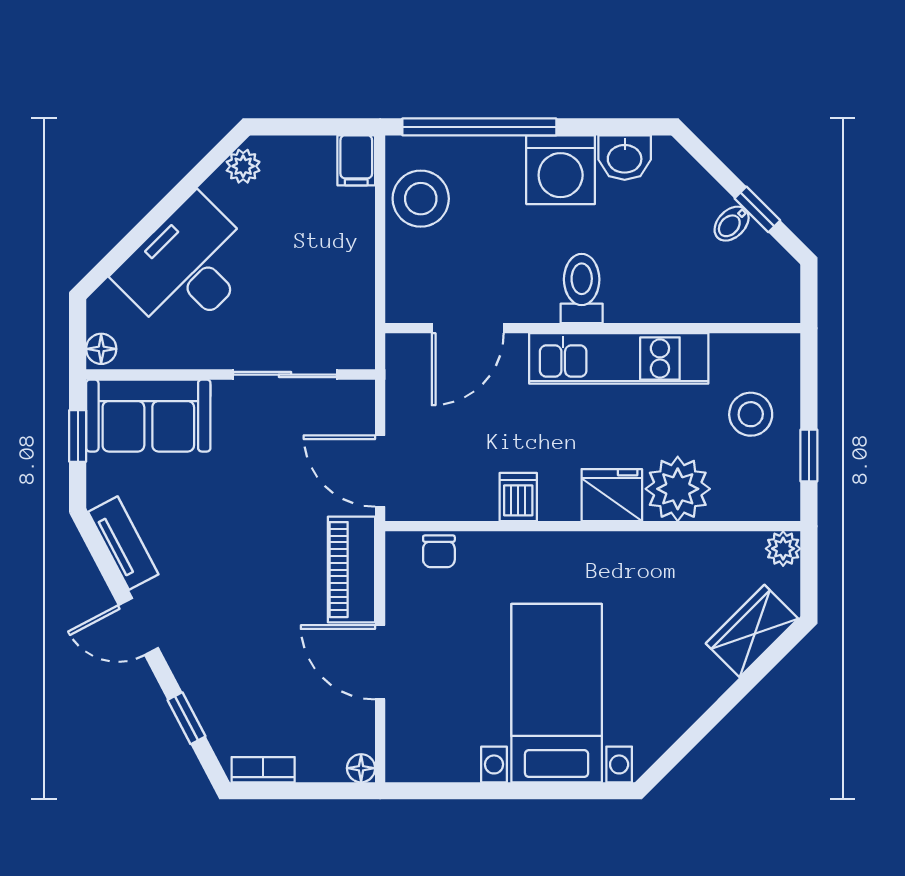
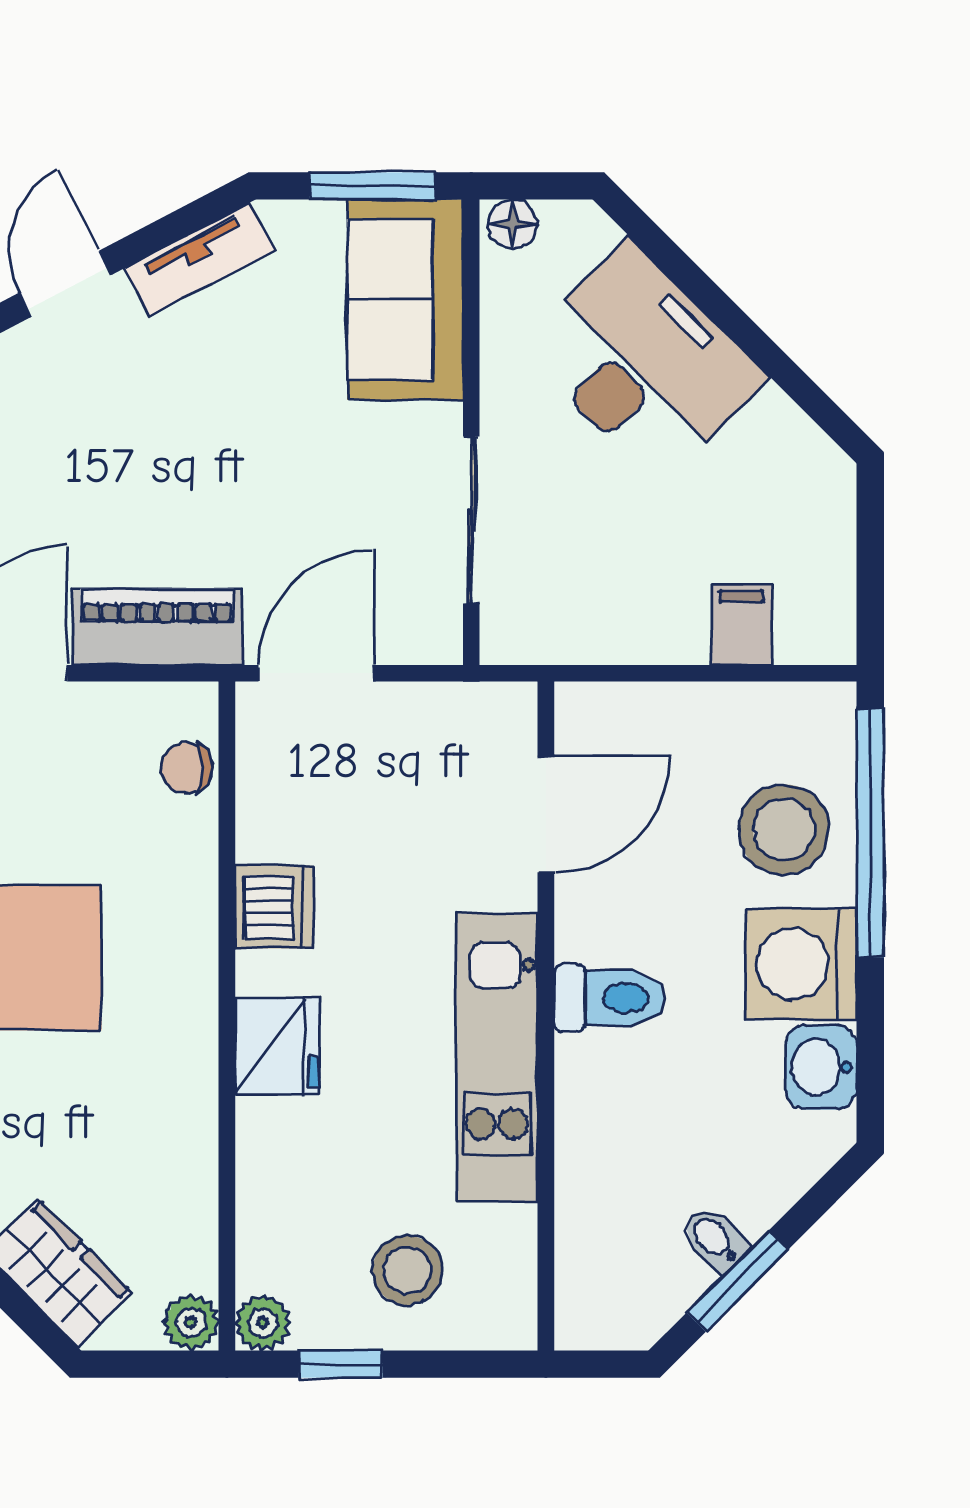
filing cabinet: (356, 160) -> (742, 625), moved, turned 90
plant: (243, 166) -> (807, 452), removed
stool: (421, 199) -> (784, 830), moved
window: (757, 209) -> (737, 1281), width x1.50
door: (468, 328) -> (546, 814), swing flipped
window: (78, 436) -> (372, 186), width x1.50
plant: (678, 489) -> (263, 1323), moved, width x0.53, depth x0.53
dishwasher: (518, 497) -> (274, 907), width x1.38

